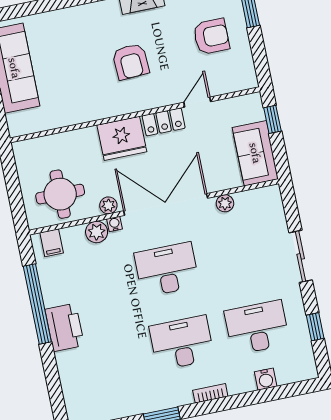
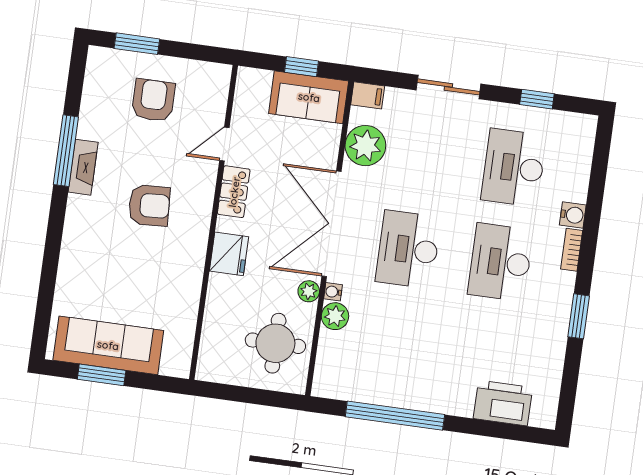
door: (197, 102) -> (224, 144), hinge flipped
window: (272, 119) -> (302, 67), moved
fridge: (122, 138) -> (229, 254), width x0.73, depth x0.75
plant: (225, 203) -> (365, 146), width x1.88, depth x1.88
filing cabinet: (52, 243) -> (368, 95), moved
printer: (65, 327) -> (503, 403), moved
water cooler: (266, 379) -> (573, 215), moved

